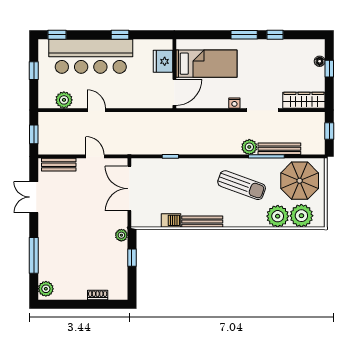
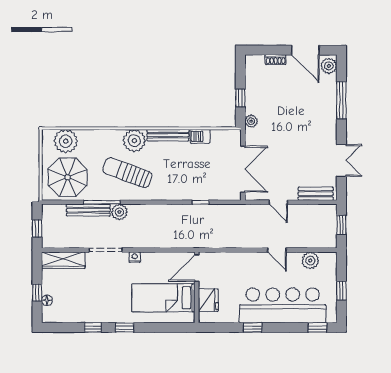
window: (244, 35) -> (125, 327), width x0.67
plant: (278, 216) -> (134, 141), moved
door: (69, 304) -> (305, 50), added

